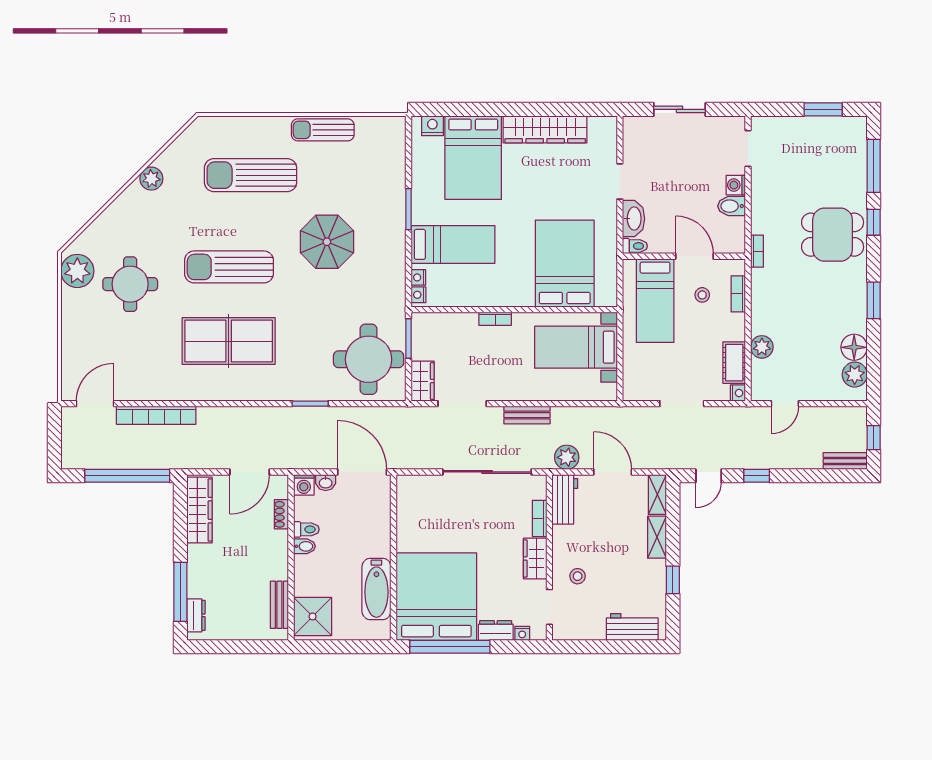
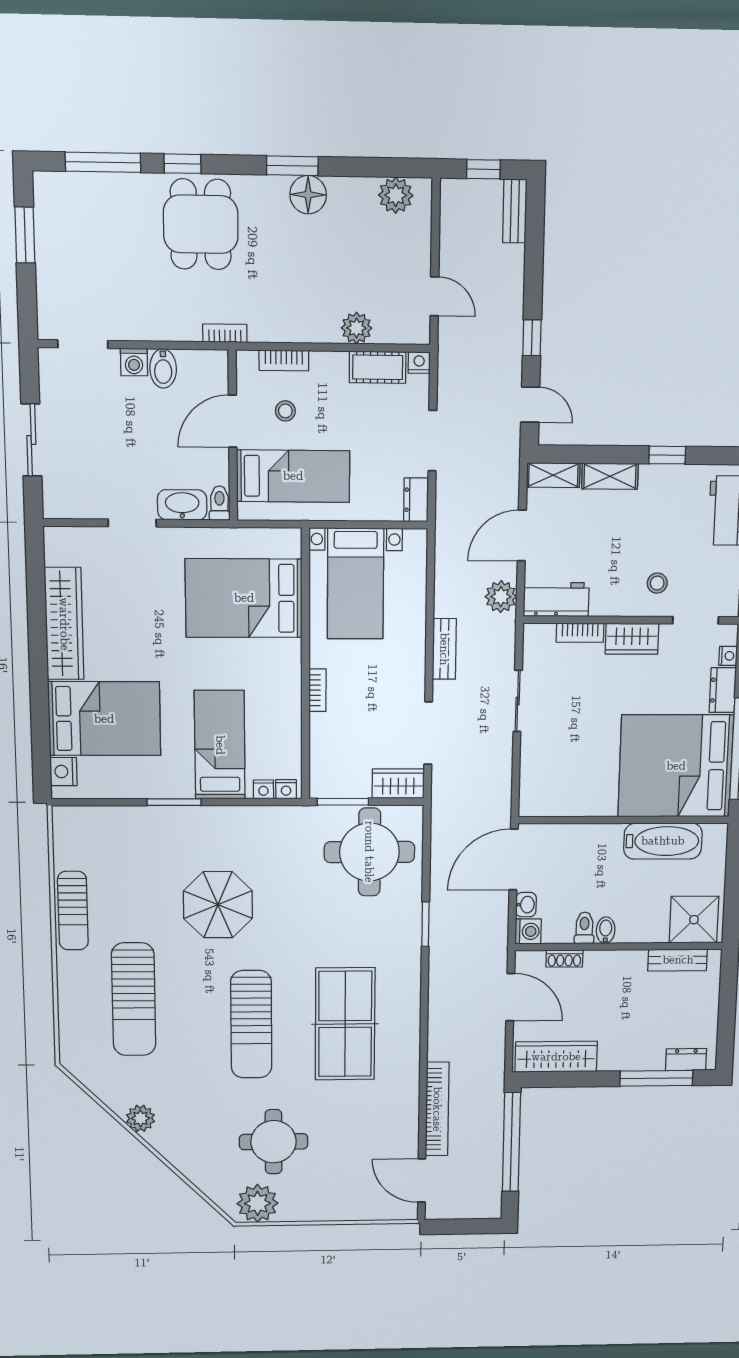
floor lamp: (854, 347) -> (308, 195), moved
dresser: (639, 392) -> (416, 500), added
sliding door: (487, 472) -> (518, 701), width x0.54

